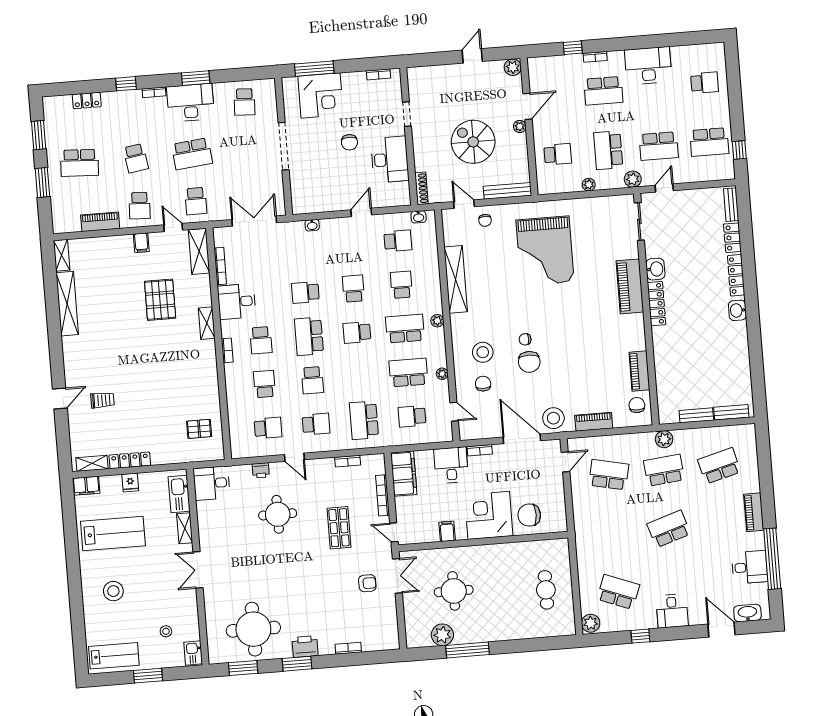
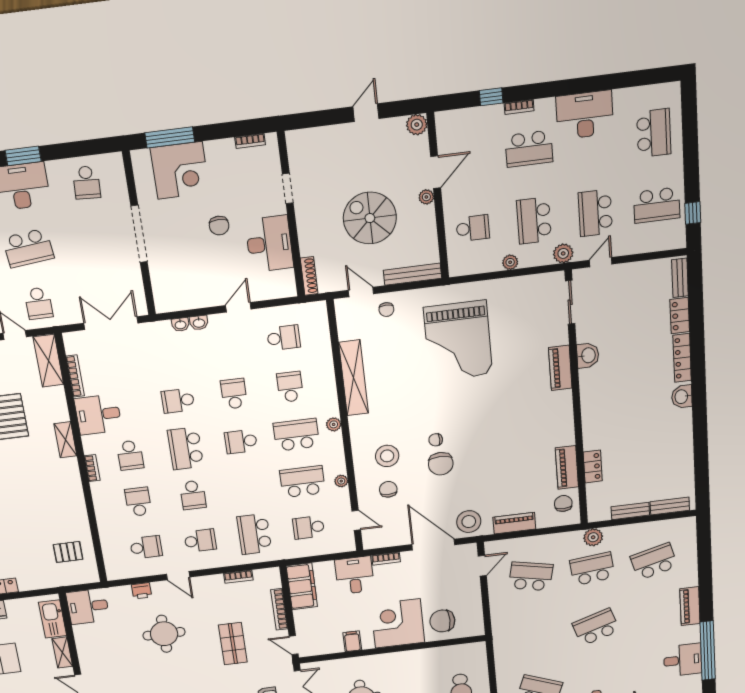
school desk: (704, 83) -> (654, 133), width x1.85
school desk: (659, 146) -> (595, 213), turned 90
washbasin: (419, 217) -> (199, 323), moved
piano: (630, 286) -> (560, 368), width x0.73, depth x0.75
locker: (657, 304) -> (593, 466), moved, width x0.66

